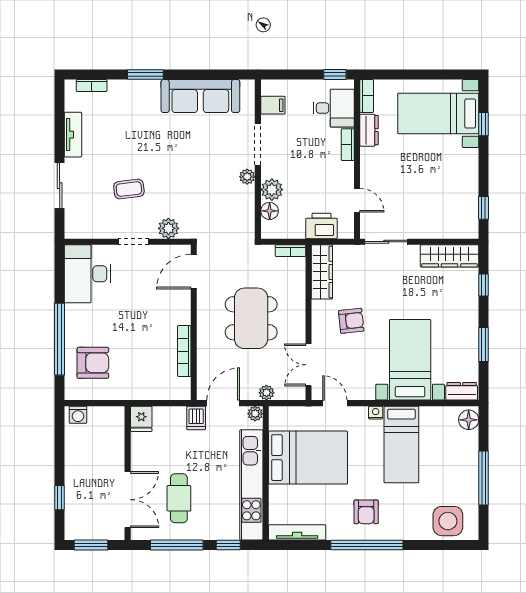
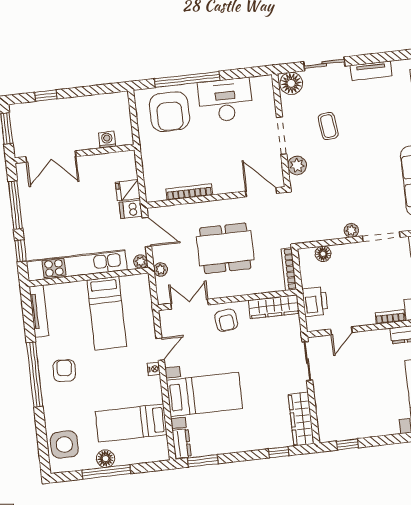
plant: (272, 190) -> (342, 254), removed
floor lamp: (77, 225) -> (291, 83), added
doorway: (134, 242) -> (282, 136), width x1.38
bookcase: (290, 251) -> (289, 269), width x1.56
desk: (87, 274) -> (225, 100), moved
armchair: (351, 321) -> (226, 320), moved
window: (483, 345) -> (203, 461), moved
armchair: (93, 363) -> (169, 112), width x1.36, depth x1.36
door: (335, 403) -> (160, 349), moved
washing machine: (78, 415) -> (107, 140), moved, turned 90
fridge: (141, 419) -> (128, 190), moved
floor lamp: (469, 420) -> (106, 459), moved
bed: (401, 444) -> (131, 423), moved
bed: (308, 458) -> (107, 313), width x0.67
cafe table: (179, 498) -> (57, 202), removed
armchair: (366, 512) -> (64, 371), turned 94

